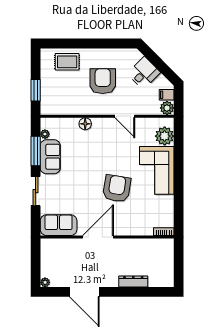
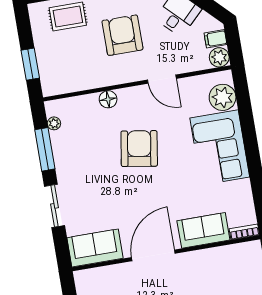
sofa: (50, 157) -> (203, 230), moved, turned -90
armchair: (117, 189) -> (139, 149), moved

